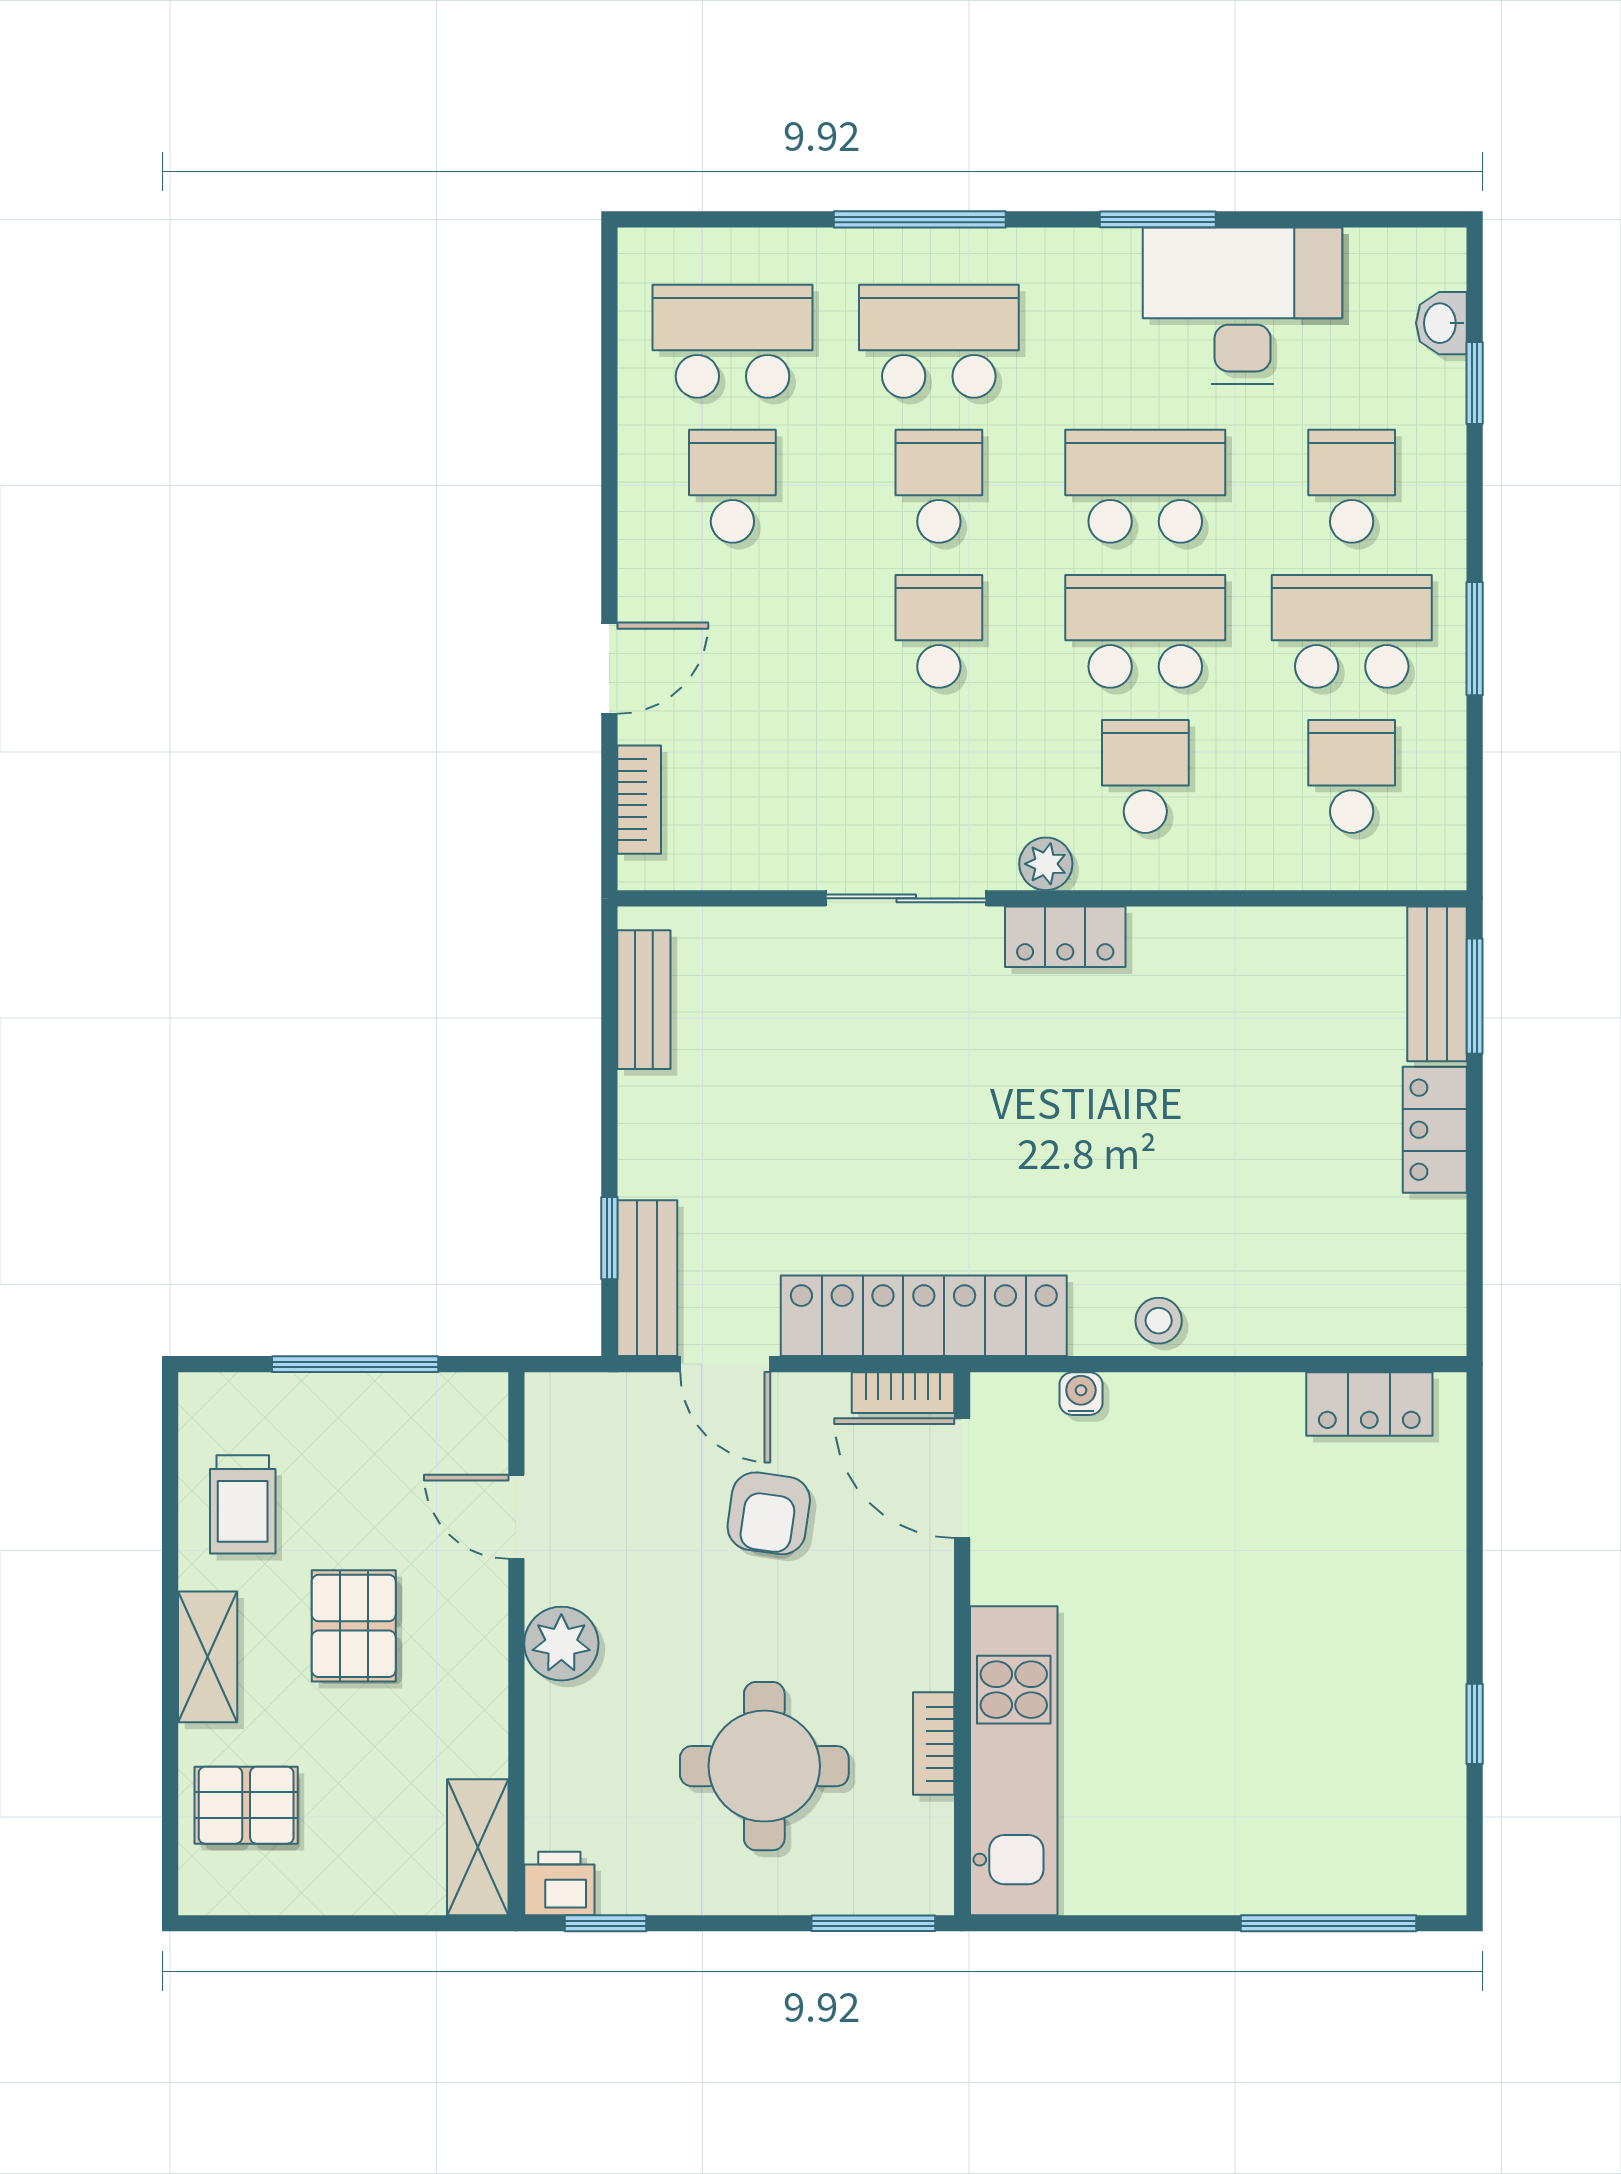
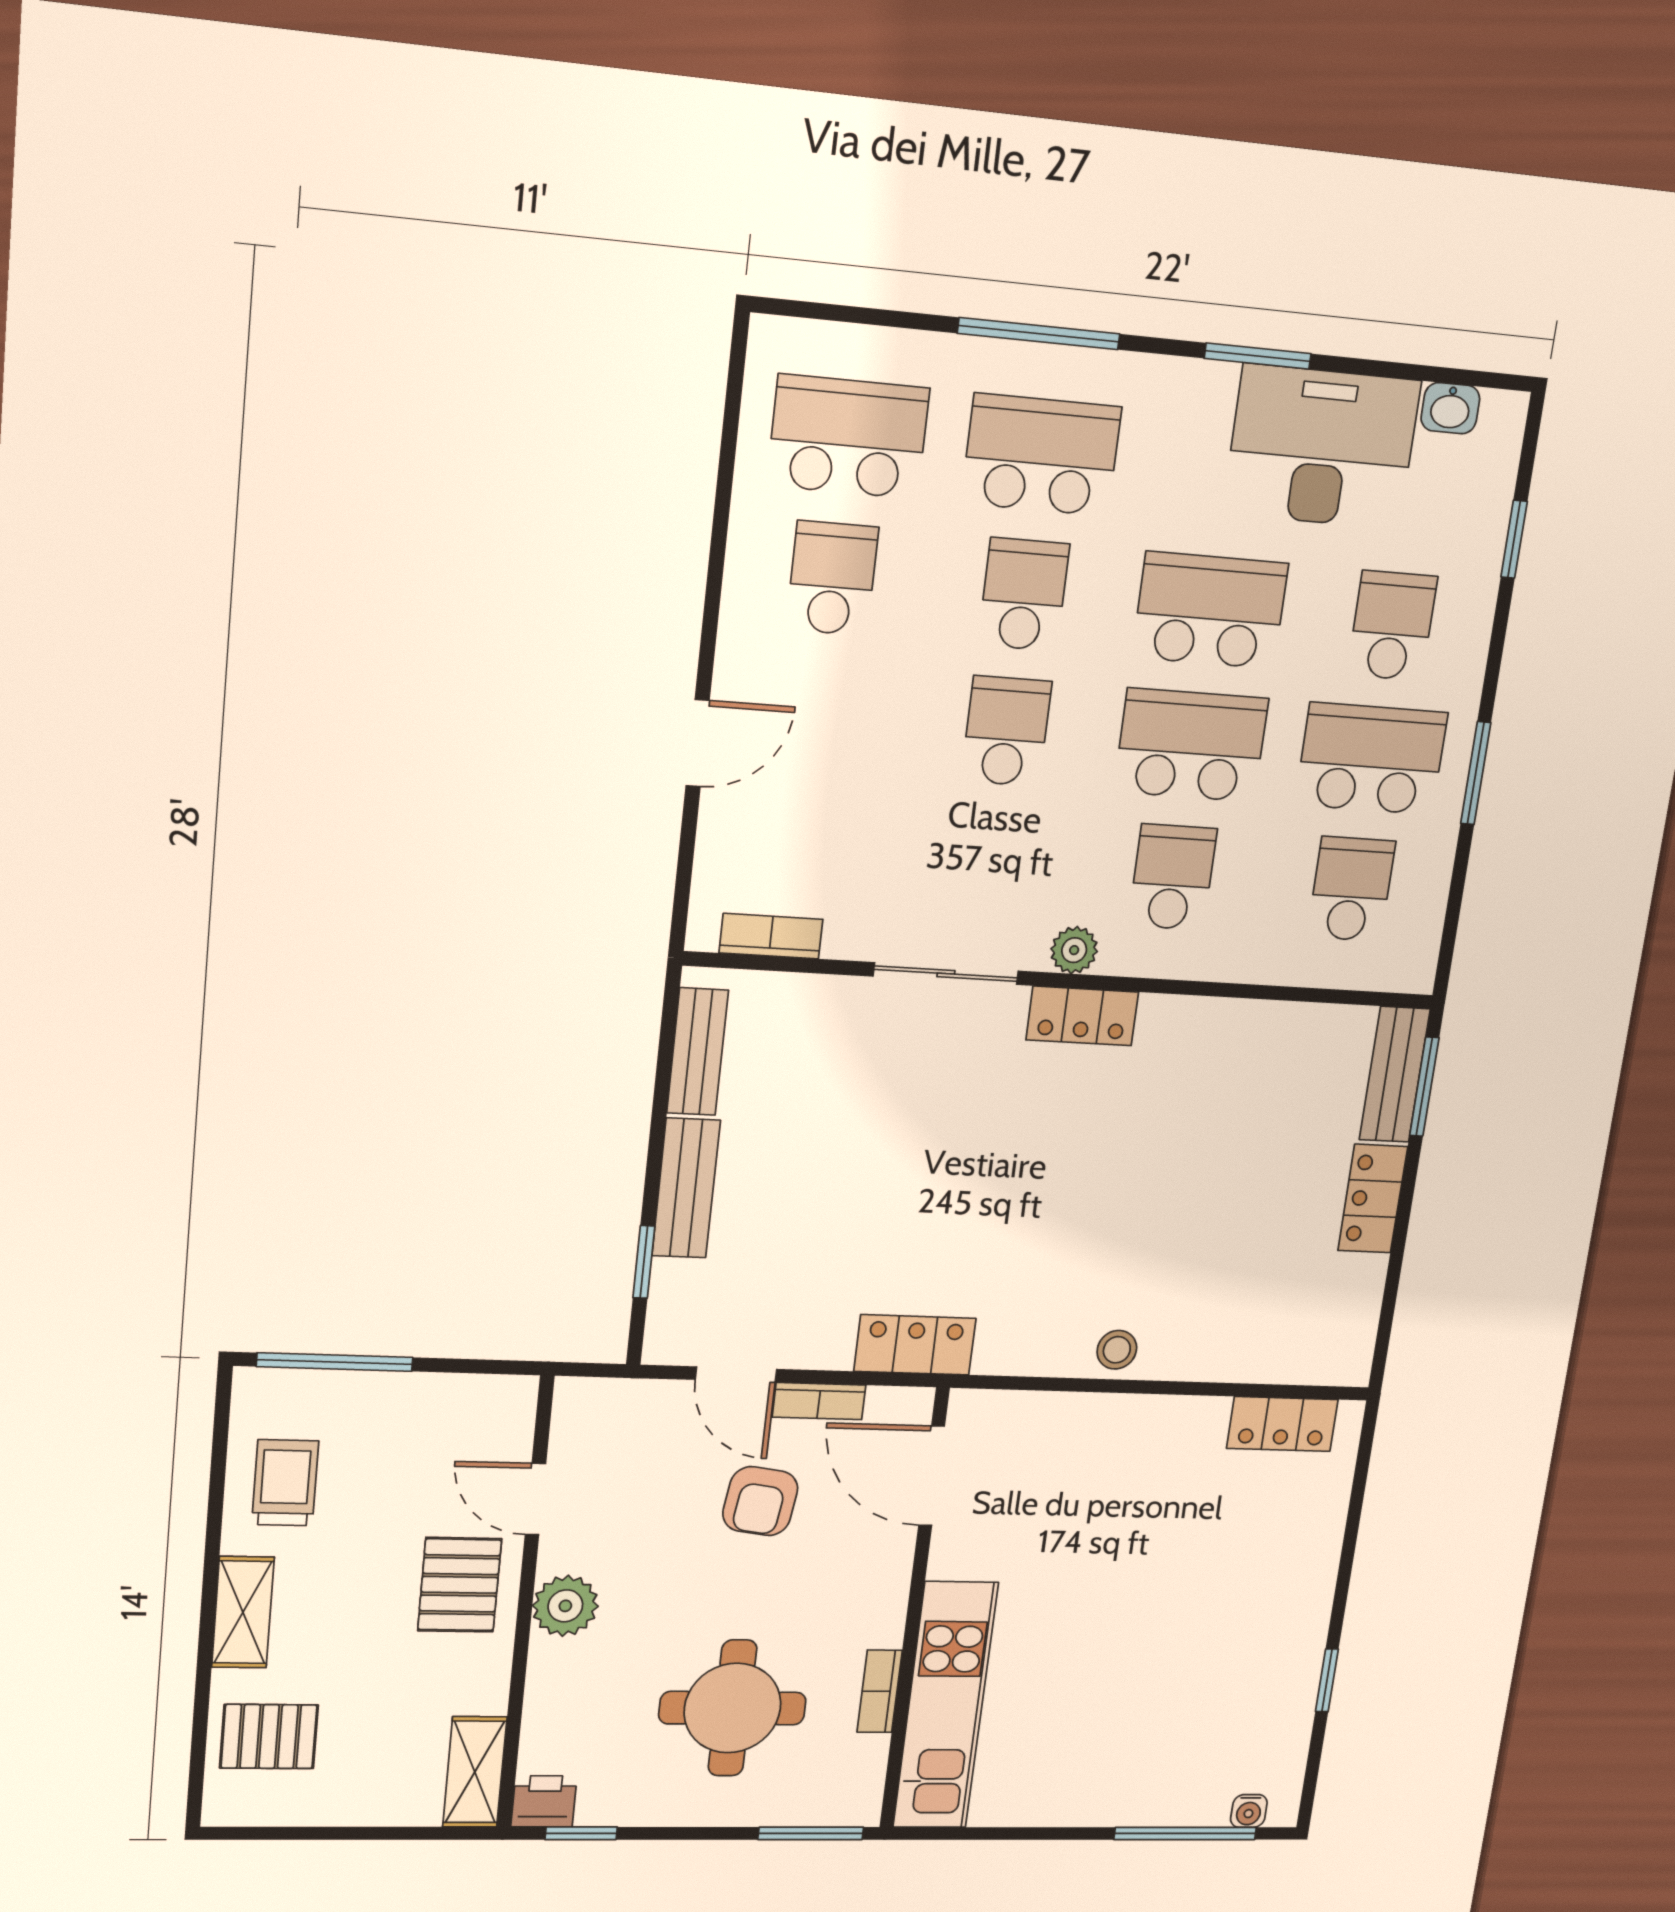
washbasin: (1441, 323) -> (1450, 408), moved, turned -90
bookcase: (639, 800) -> (771, 936), moved, turned -90
bench: (647, 1278) -> (686, 1188), moved
locker: (924, 1316) -> (915, 1345), width x0.46, depth x0.83
window: (355, 1364) -> (335, 1362), moved
bookcase: (903, 1393) -> (819, 1401), moved
water cooler: (1081, 1394) -> (1249, 1811), moved, turned 180
trolley: (243, 1504) -> (285, 1483), turned 180
pallet: (354, 1626) -> (460, 1585), moved

